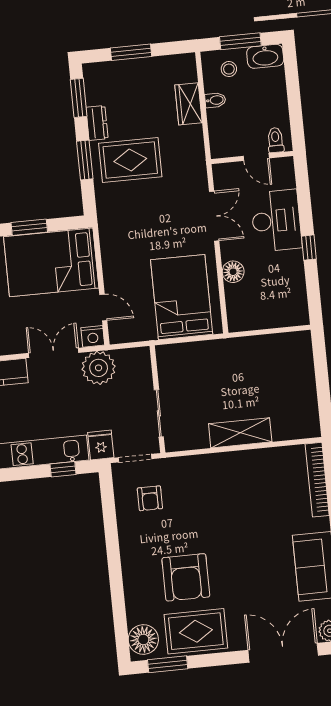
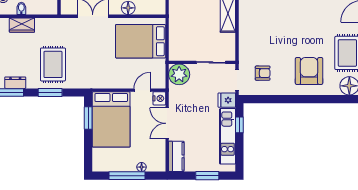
dresser: (97, 123) -> (15, 83), moved
window: (29, 227) -> (88, 118), moved
plant: (99, 368) -> (179, 74), moved
armchair: (186, 577) -> (309, 71), moved, turned -90

